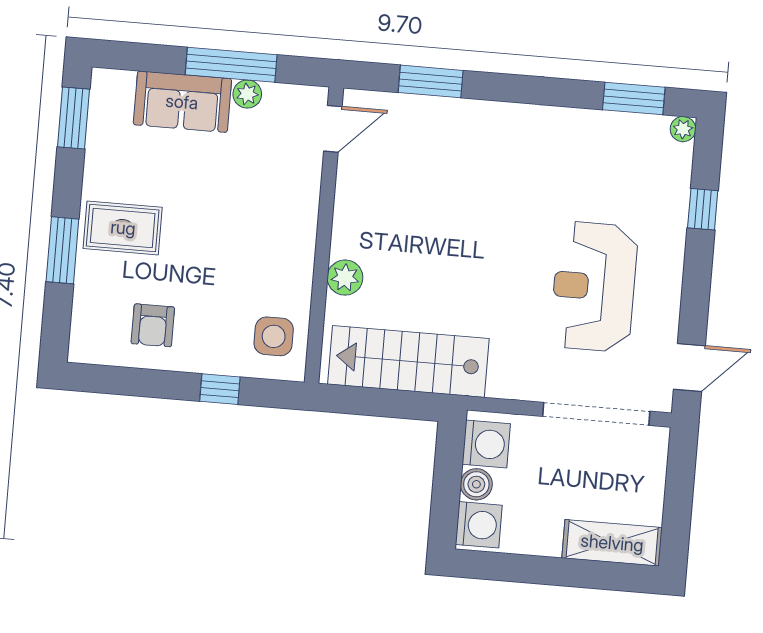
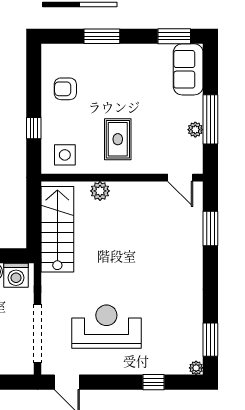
sofa: (182, 102) -> (188, 69), moved
rug: (123, 228) -> (118, 139), moved

